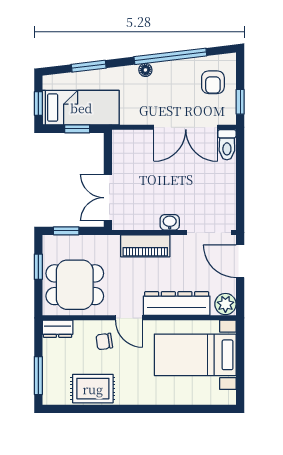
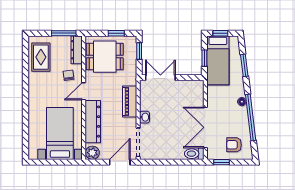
dining table: (75, 285) -> (105, 57), turned 90
dresser: (58, 329) -> (77, 50), width x1.44
window: (38, 376) -> (64, 33), moved
rug: (93, 389) -> (41, 57), moved

